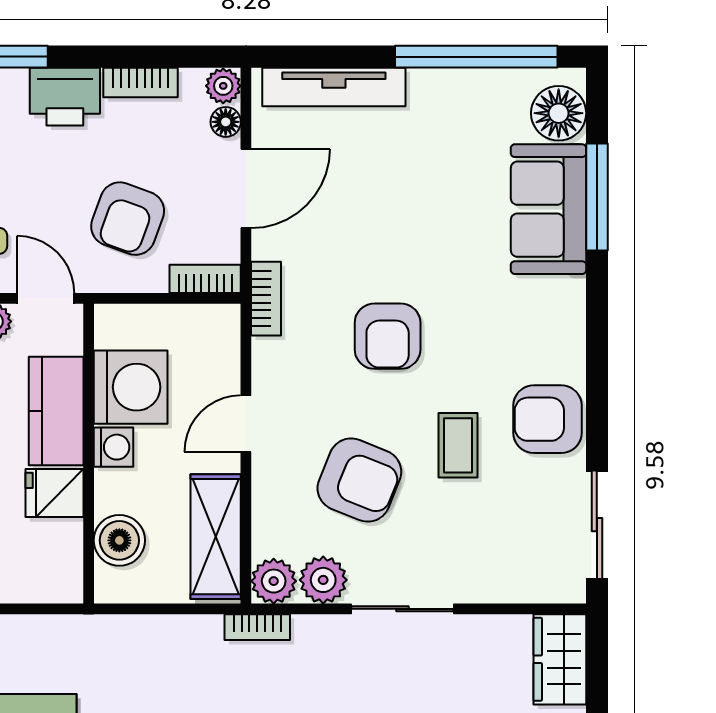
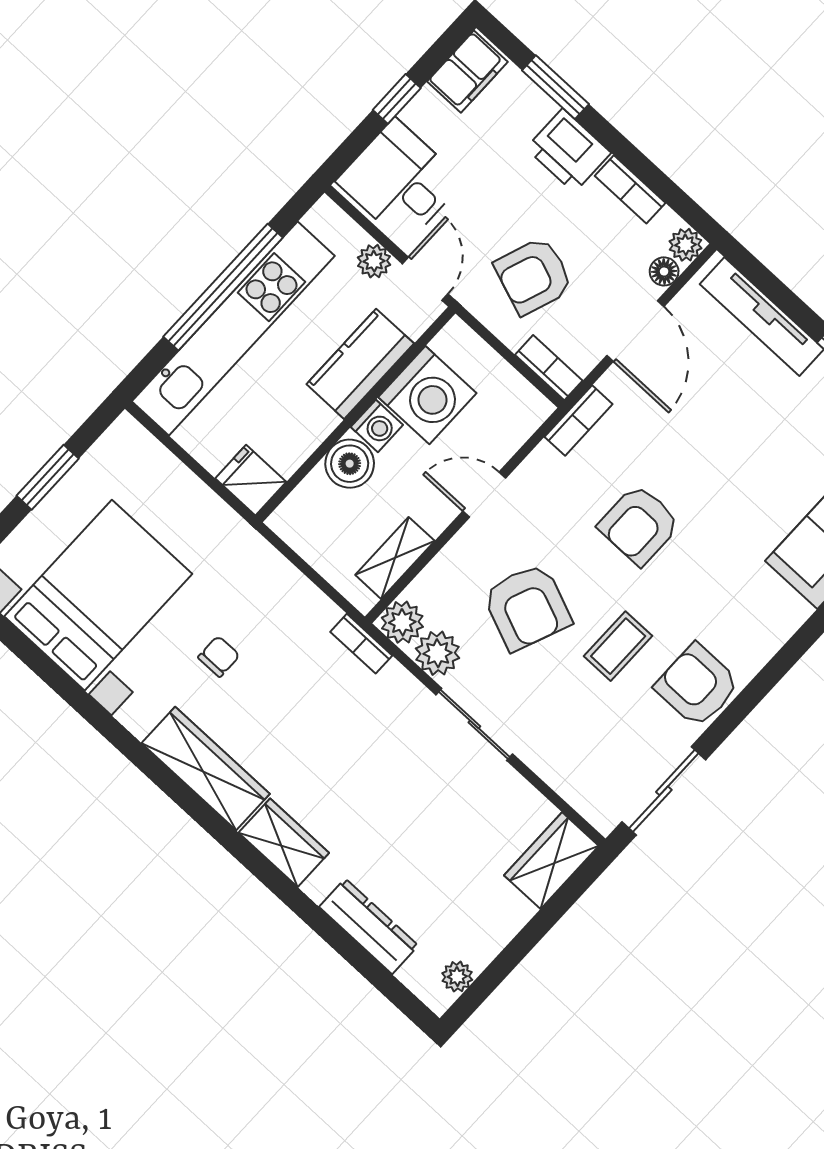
door: (246, 189) -> (635, 331), hinge flipped
fridge: (54, 493) -> (251, 480), moved
shelving: (216, 537) -> (395, 558), width x0.67, depth x0.75
boiler: (119, 540) -> (350, 464), moved

